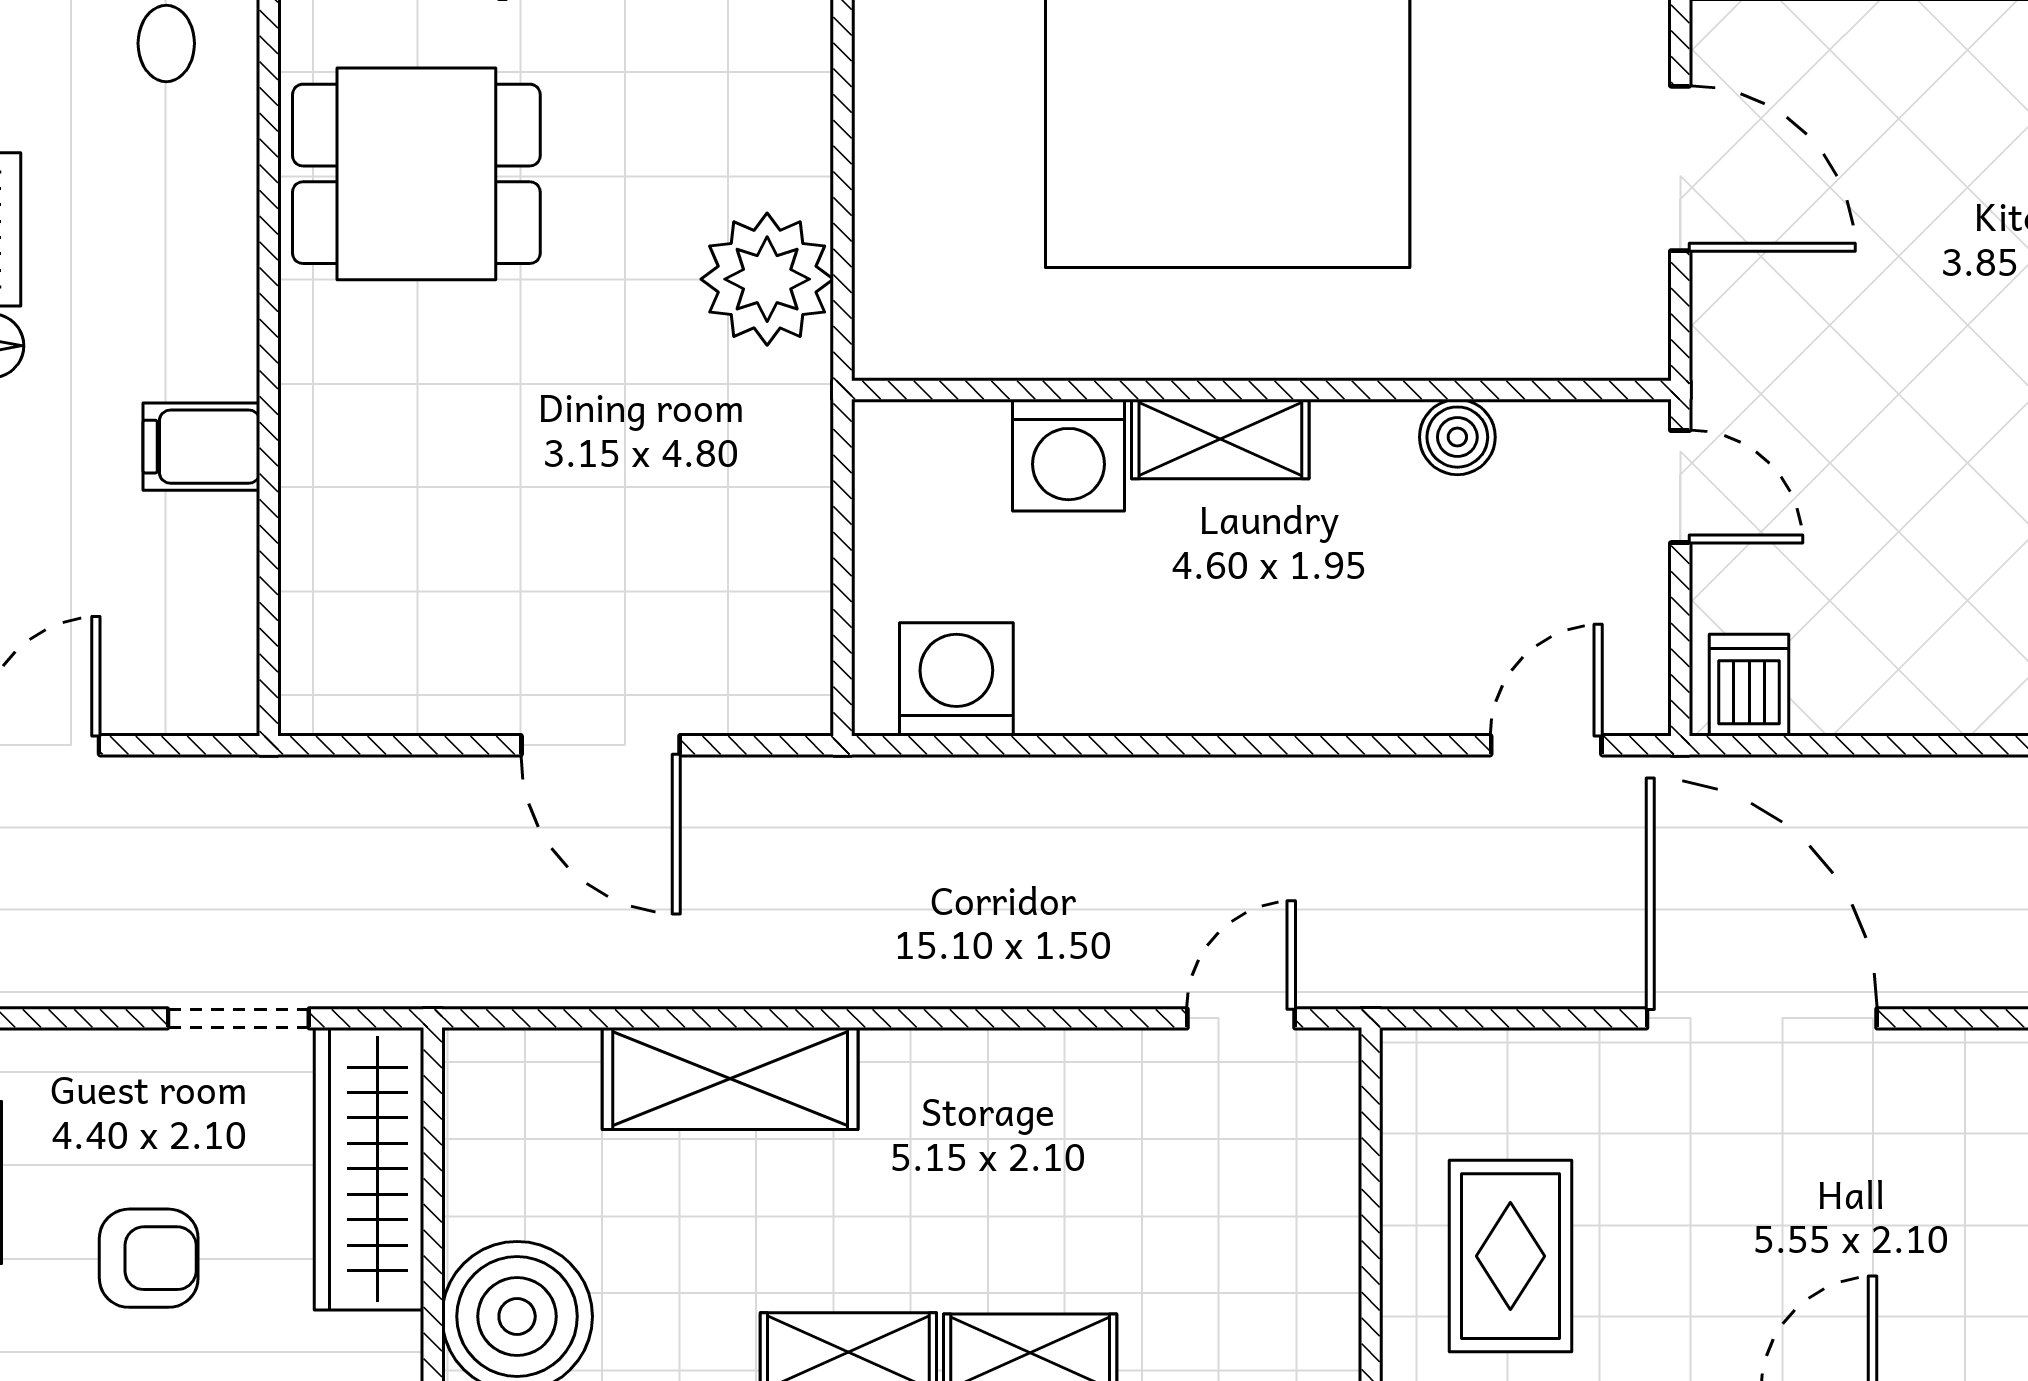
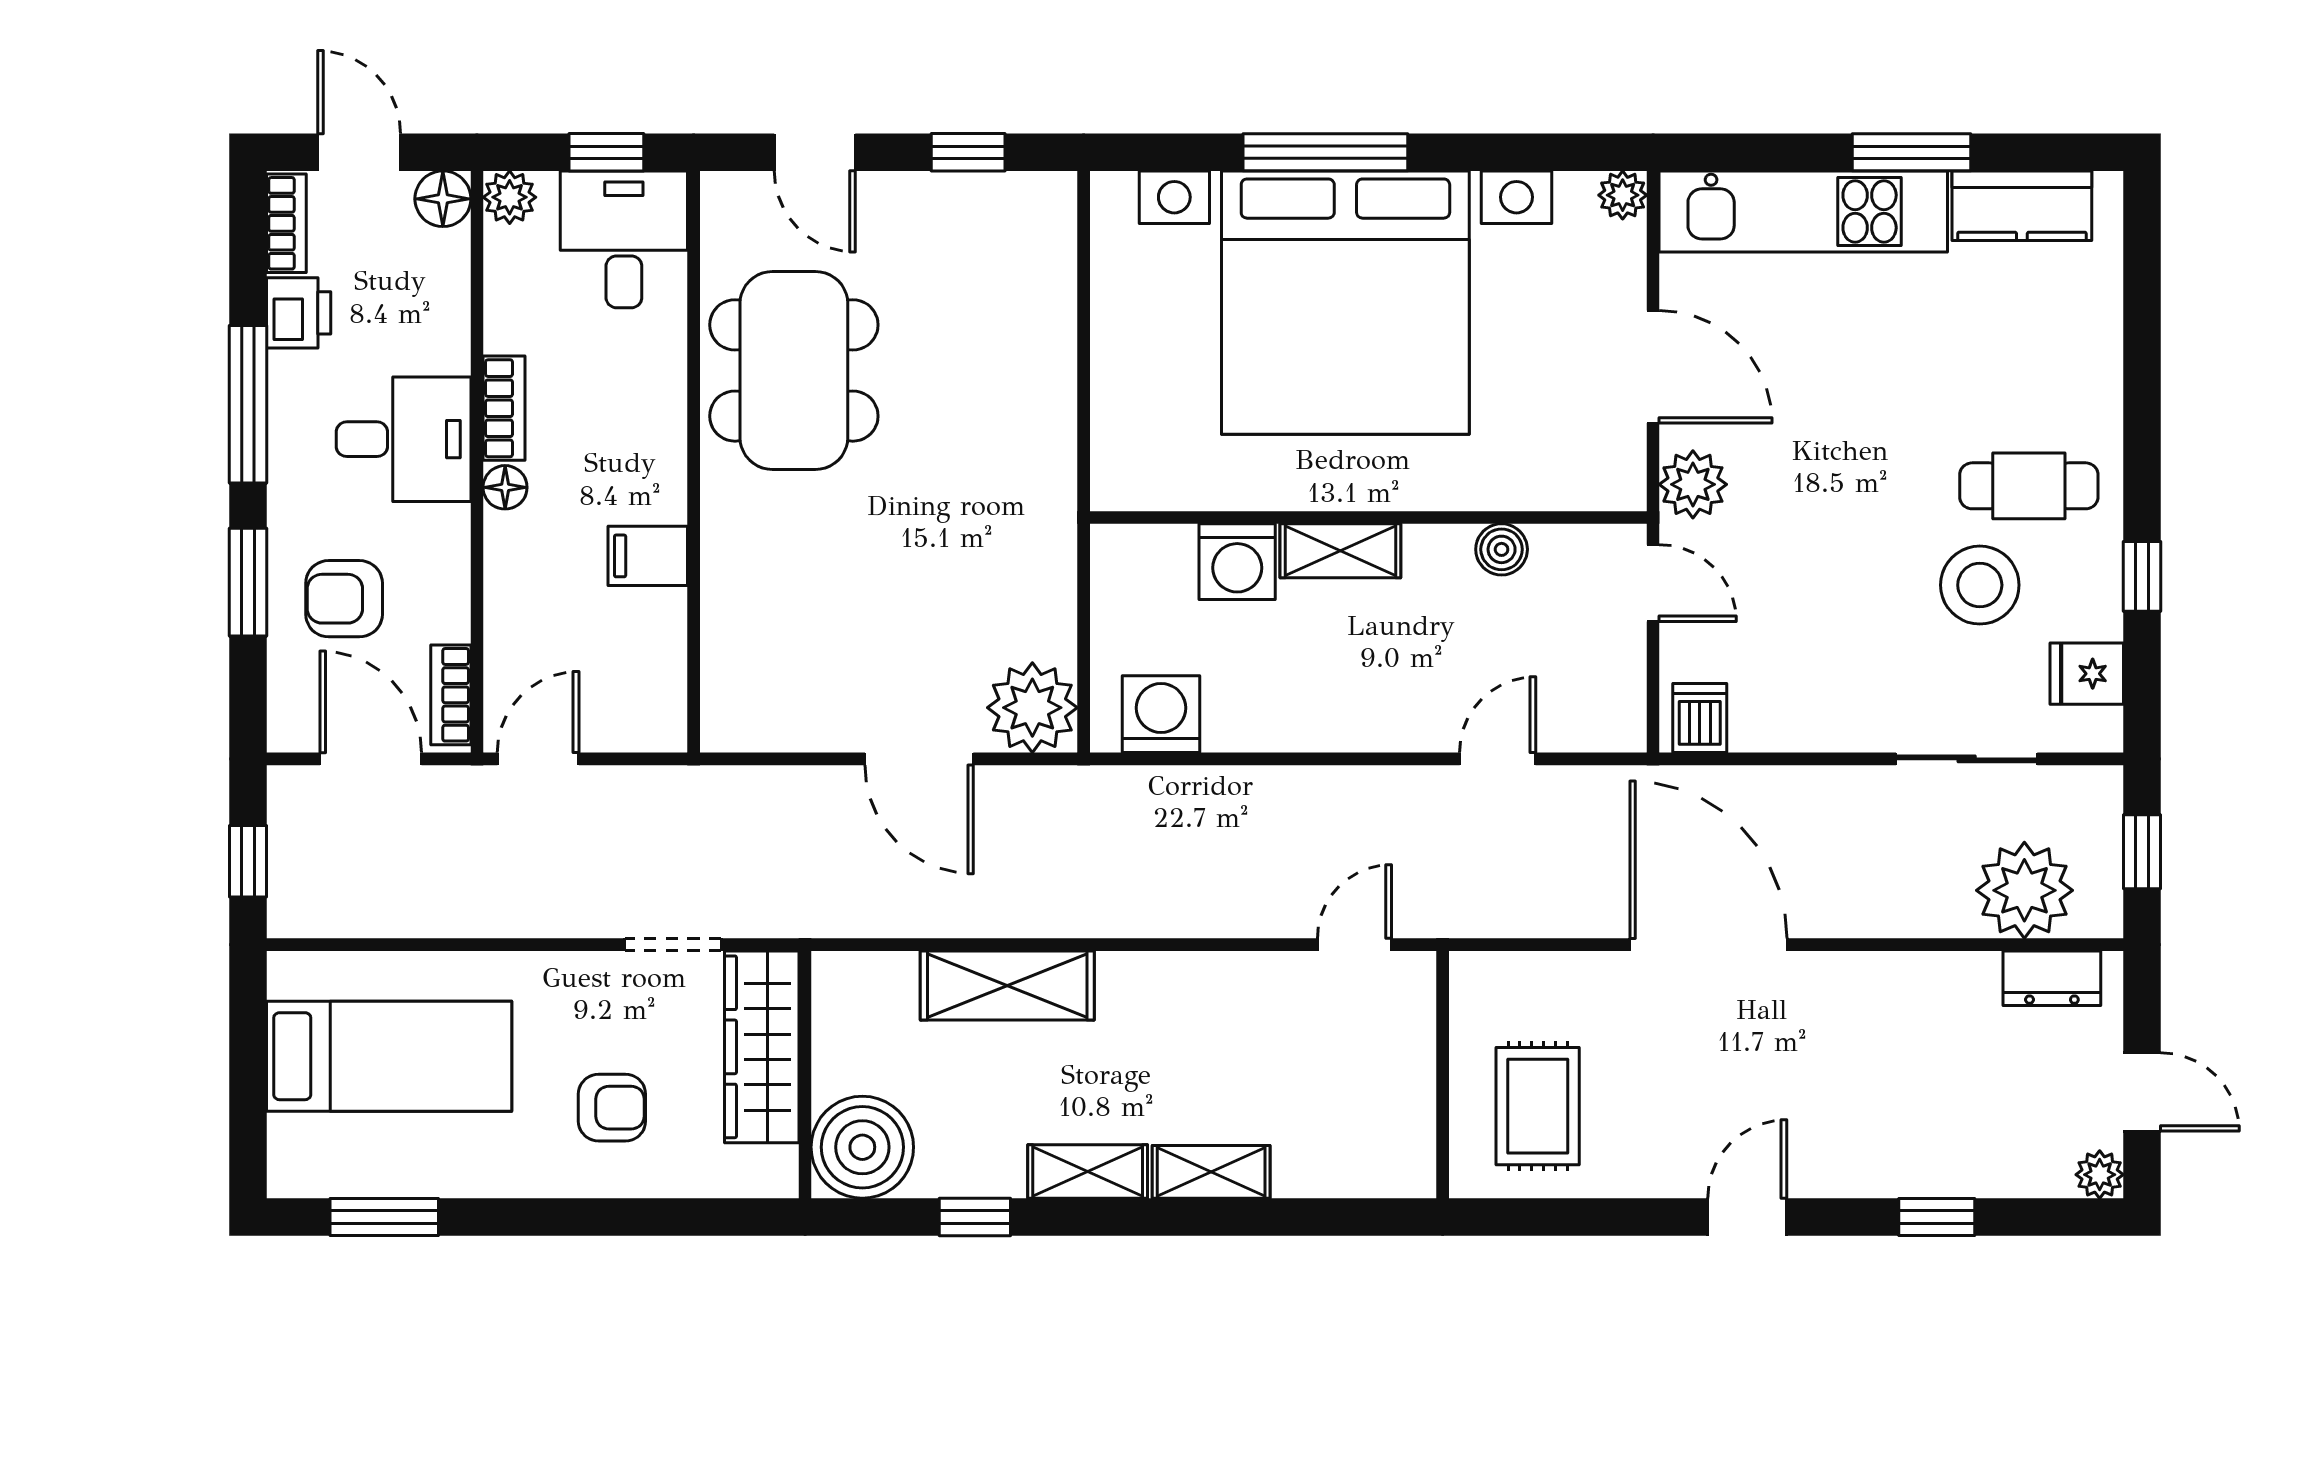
dining table: (416, 174) -> (794, 370), width x1.37
plant: (767, 279) -> (1032, 708), moved
plant: (1739, 341) -> (1693, 484), added
door: (1546, 745) -> (1498, 759), moved

